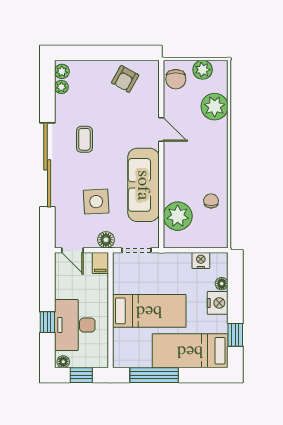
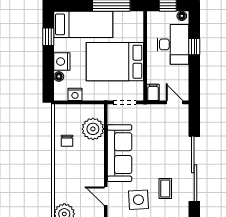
side table: (96, 202) -> (138, 200), moved
floor lamp: (106, 240) -> (149, 111), removed
bed: (149, 311) -> (115, 62), width x1.50

